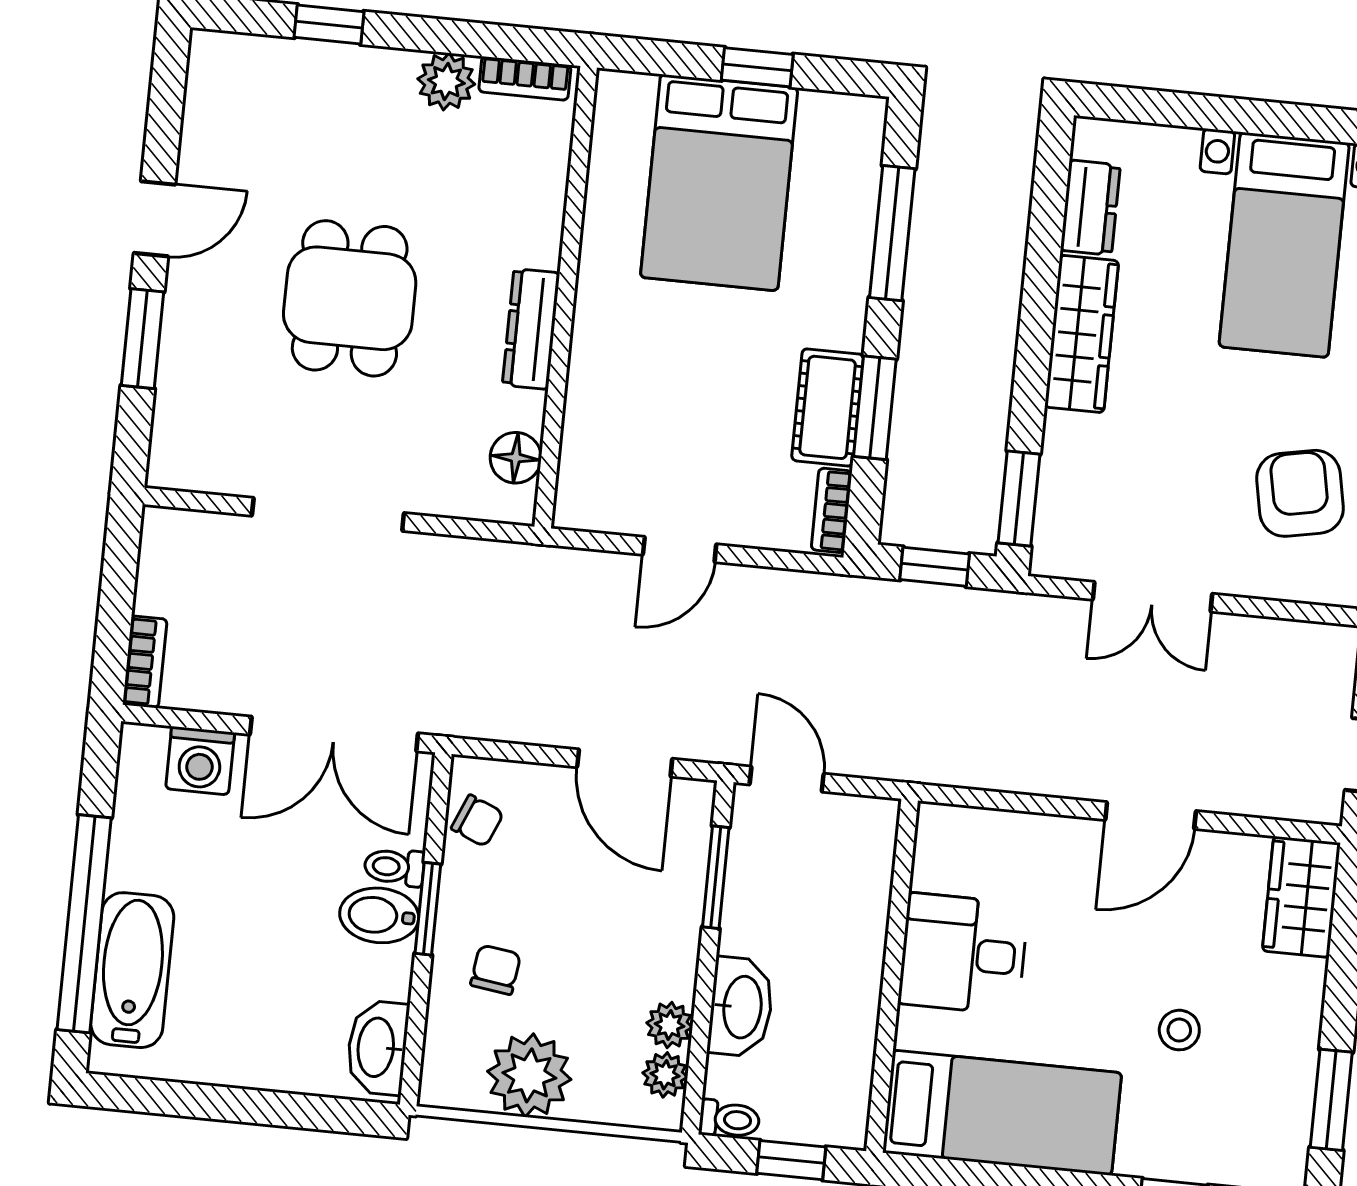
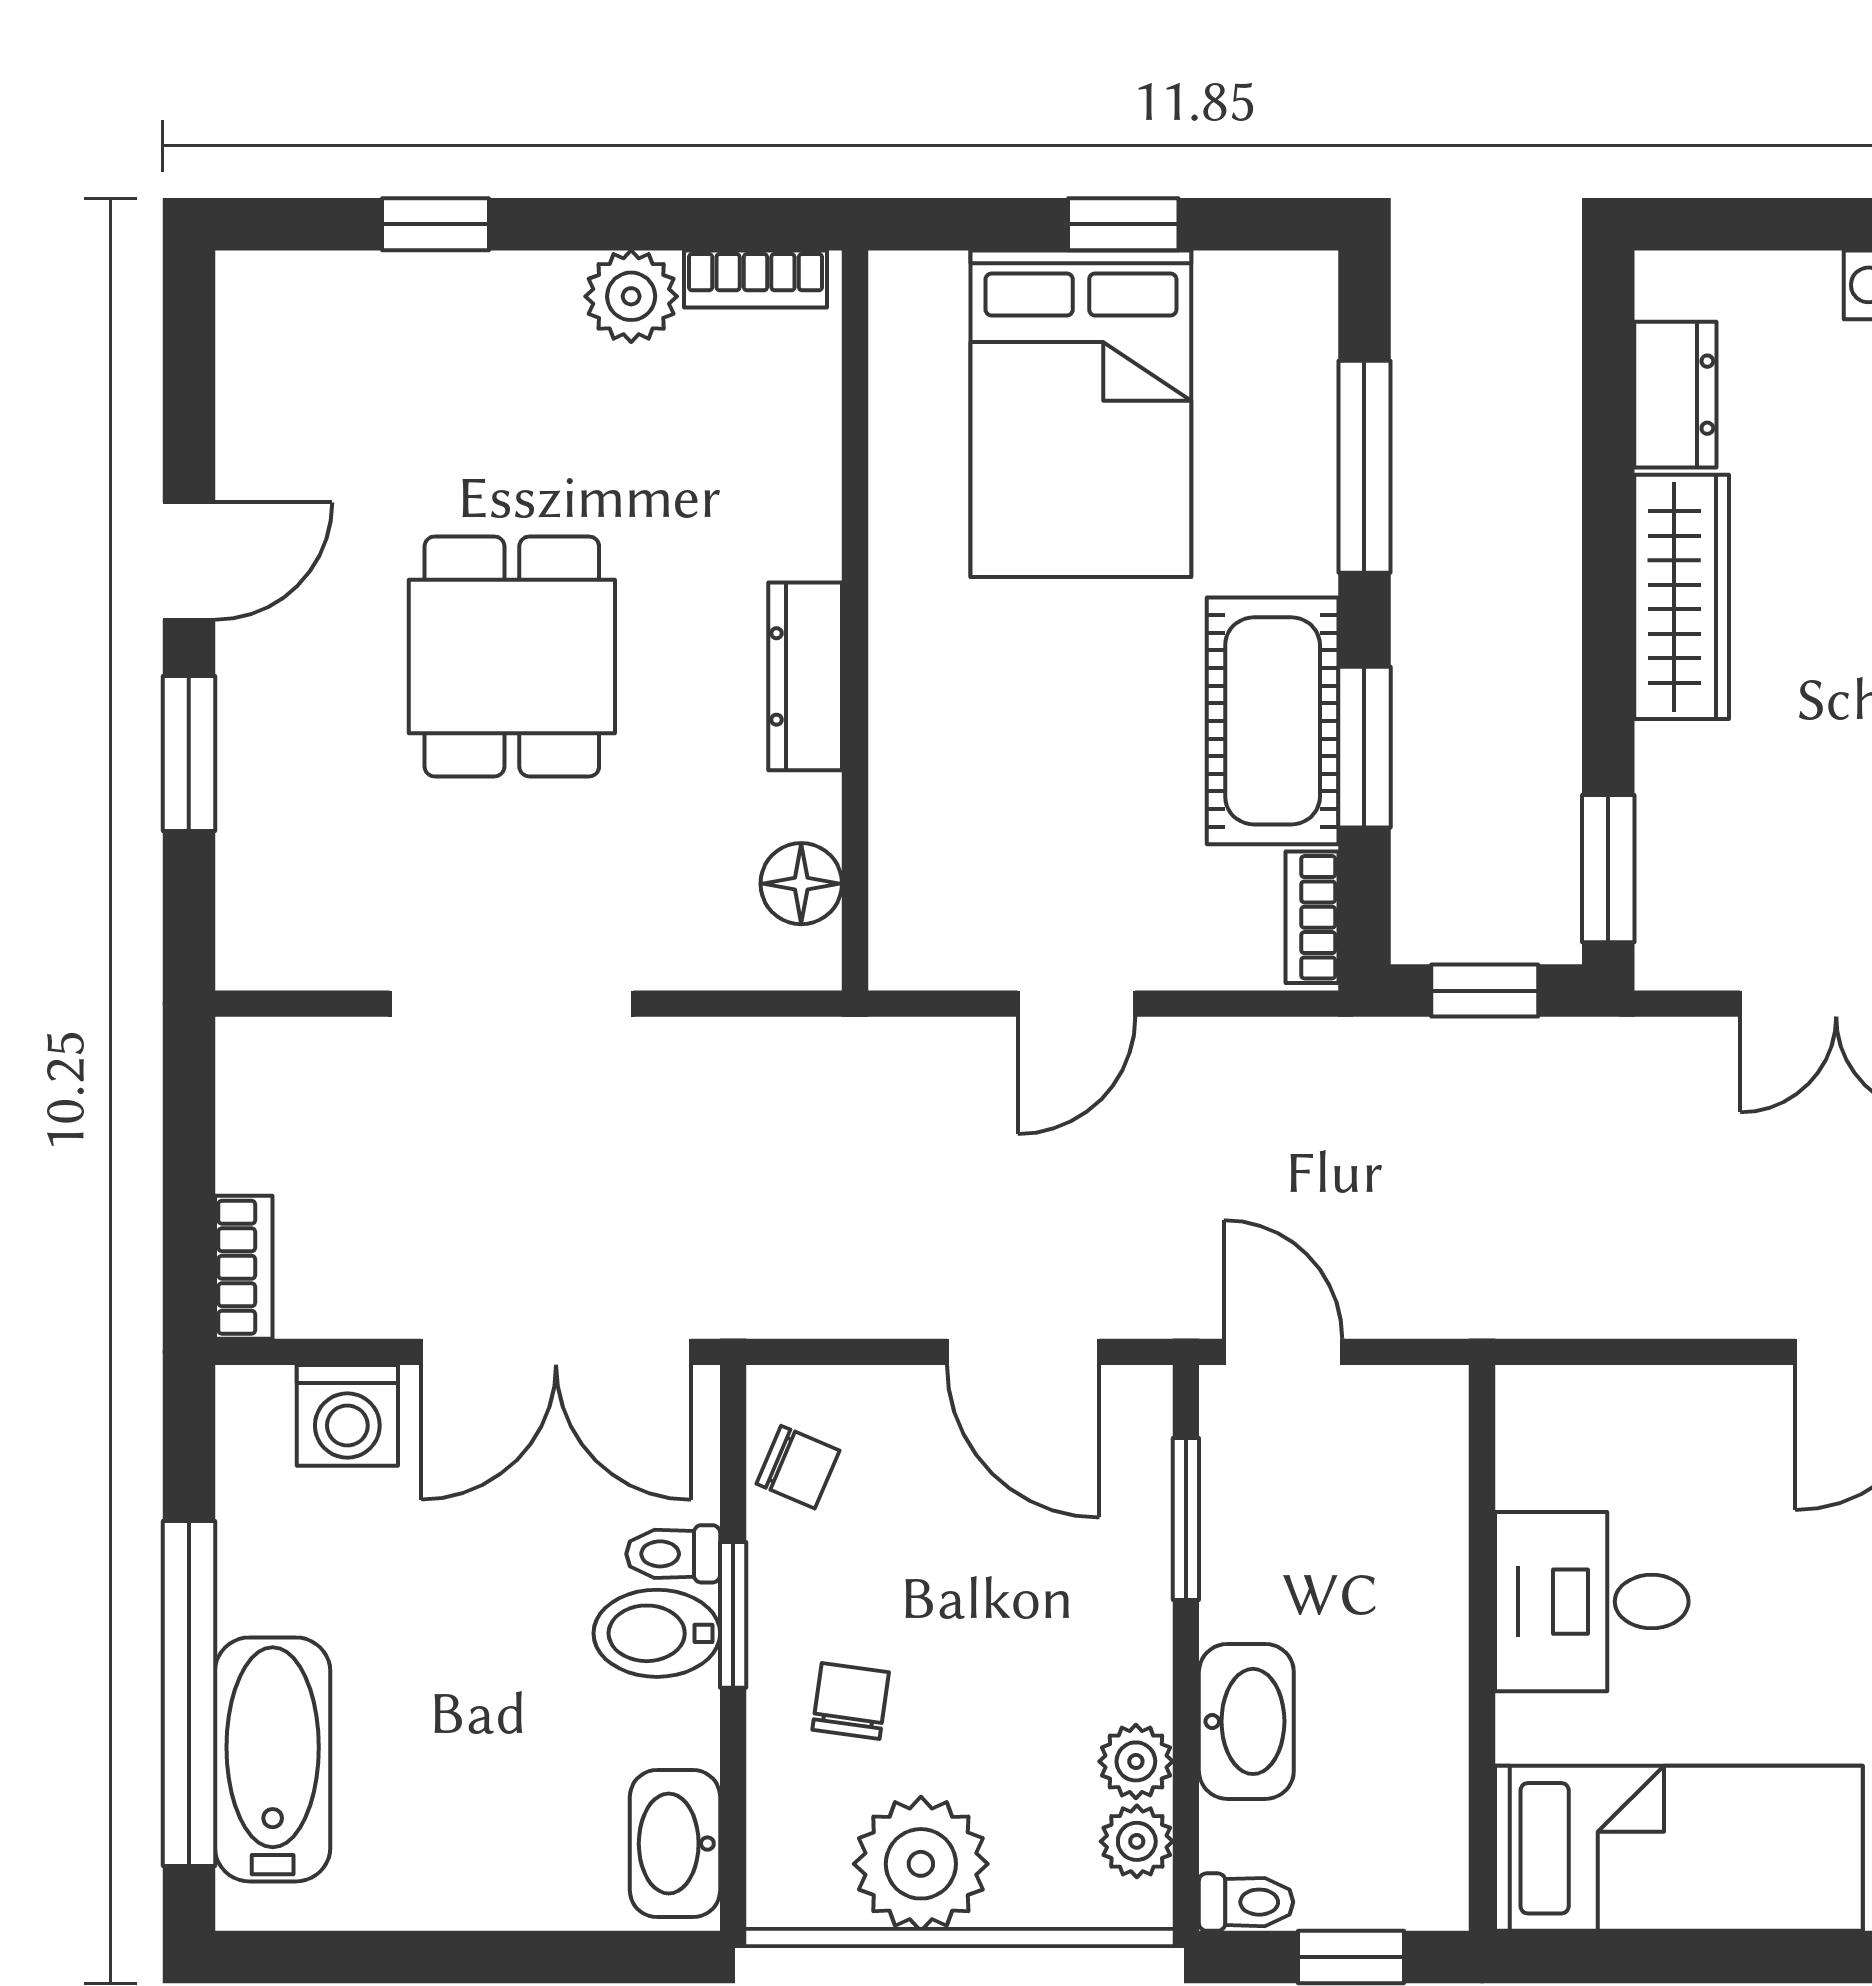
cot: (828, 407) -> (1273, 721), width x1.37, depth x1.34

